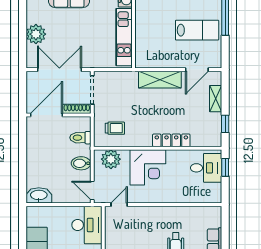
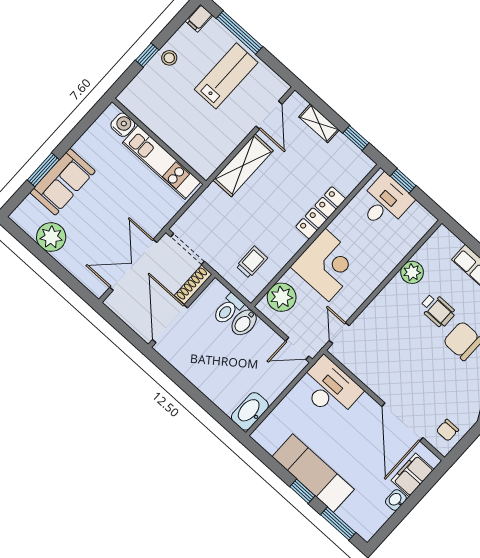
plant: (36, 34) -> (51, 237), moved
bidet: (81, 163) -> (244, 322), moved
plant: (183, 214) -> (412, 272), added

